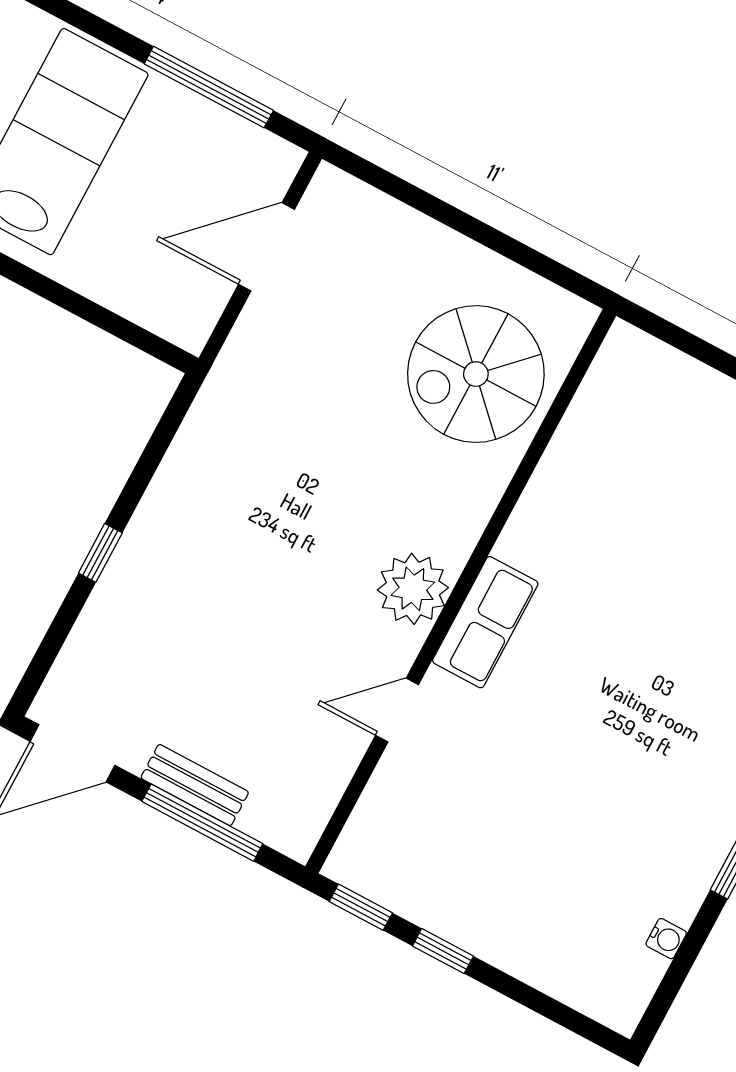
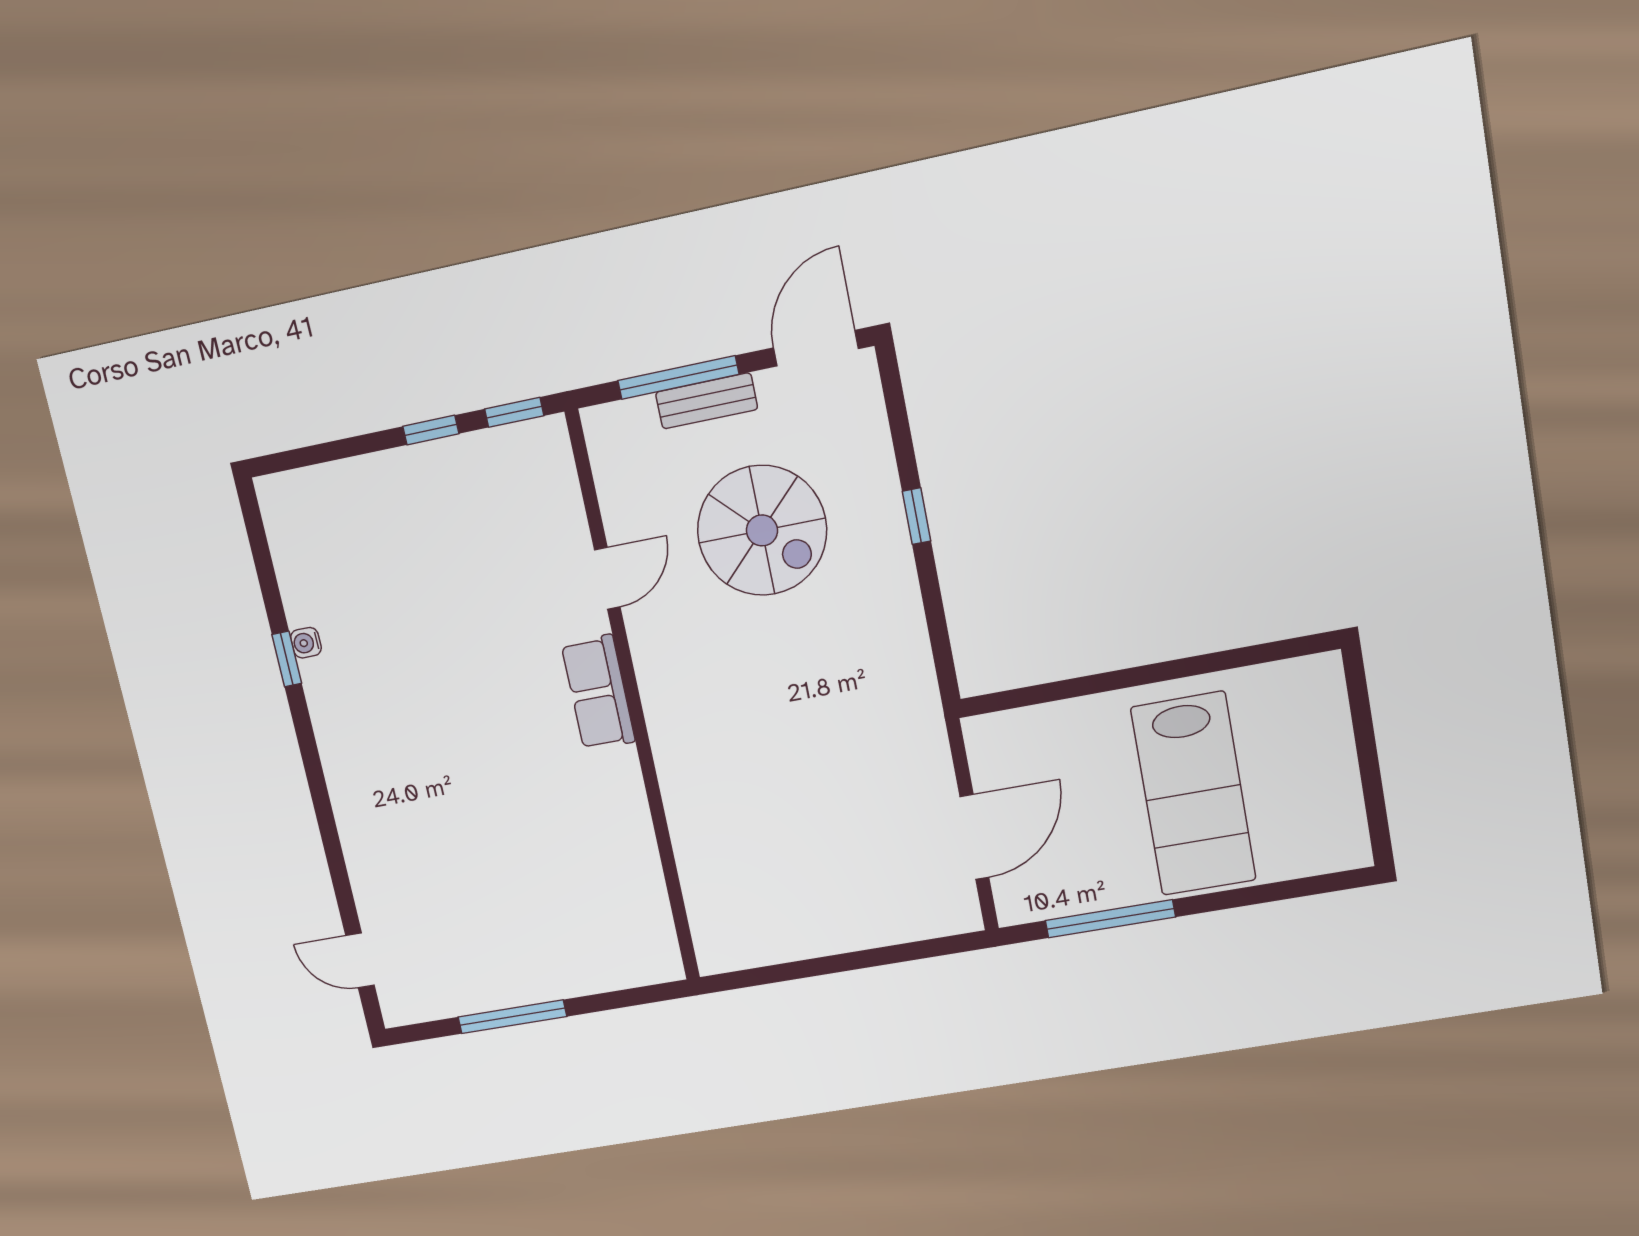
spiral stairs: (476, 374) -> (762, 530), moved, turned 90
plant: (413, 589) -> (668, 675), removed
water cooler: (666, 939) -> (306, 643), moved

